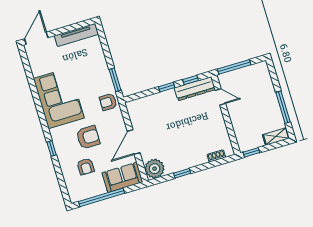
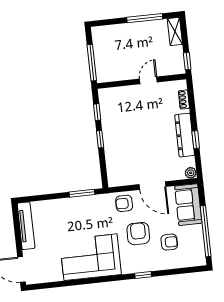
dresser: (195, 89) -> (185, 135), moved, turned 180
door: (220, 97) -> (148, 80), moved
armchair: (108, 102) -> (124, 203), moved, turned 90
plant: (155, 169) -> (191, 173), width x0.53, depth x0.53

